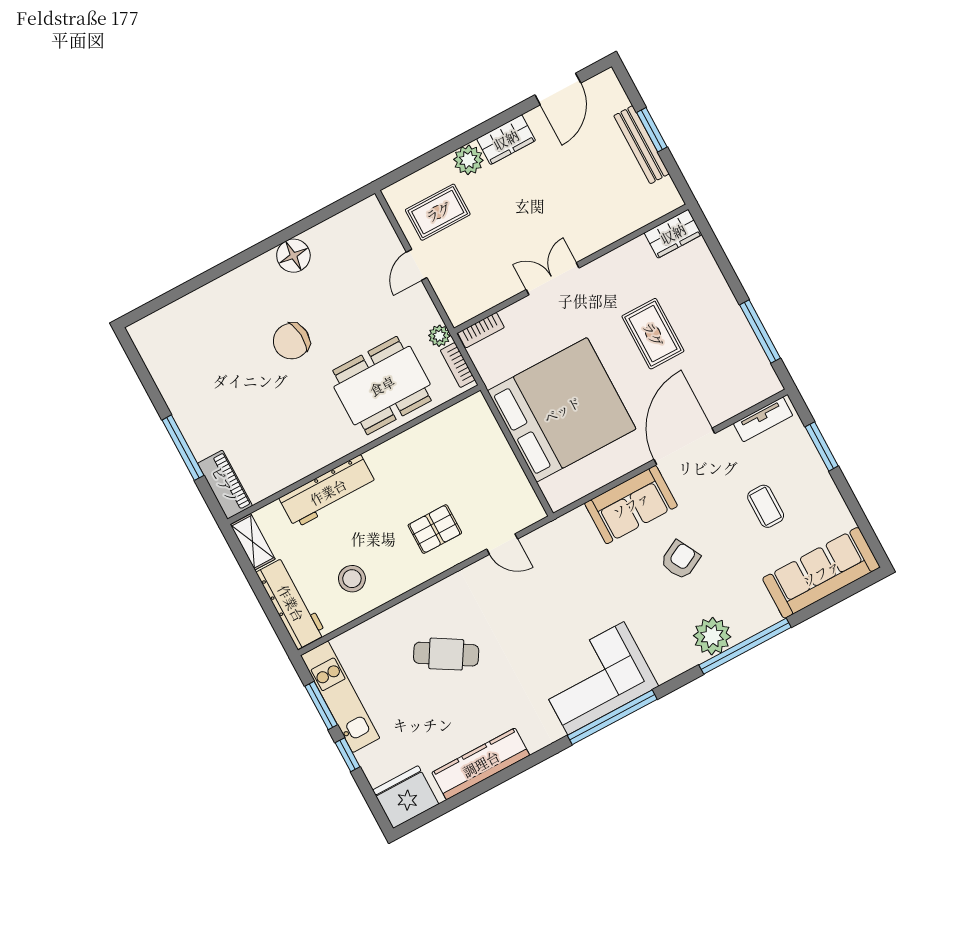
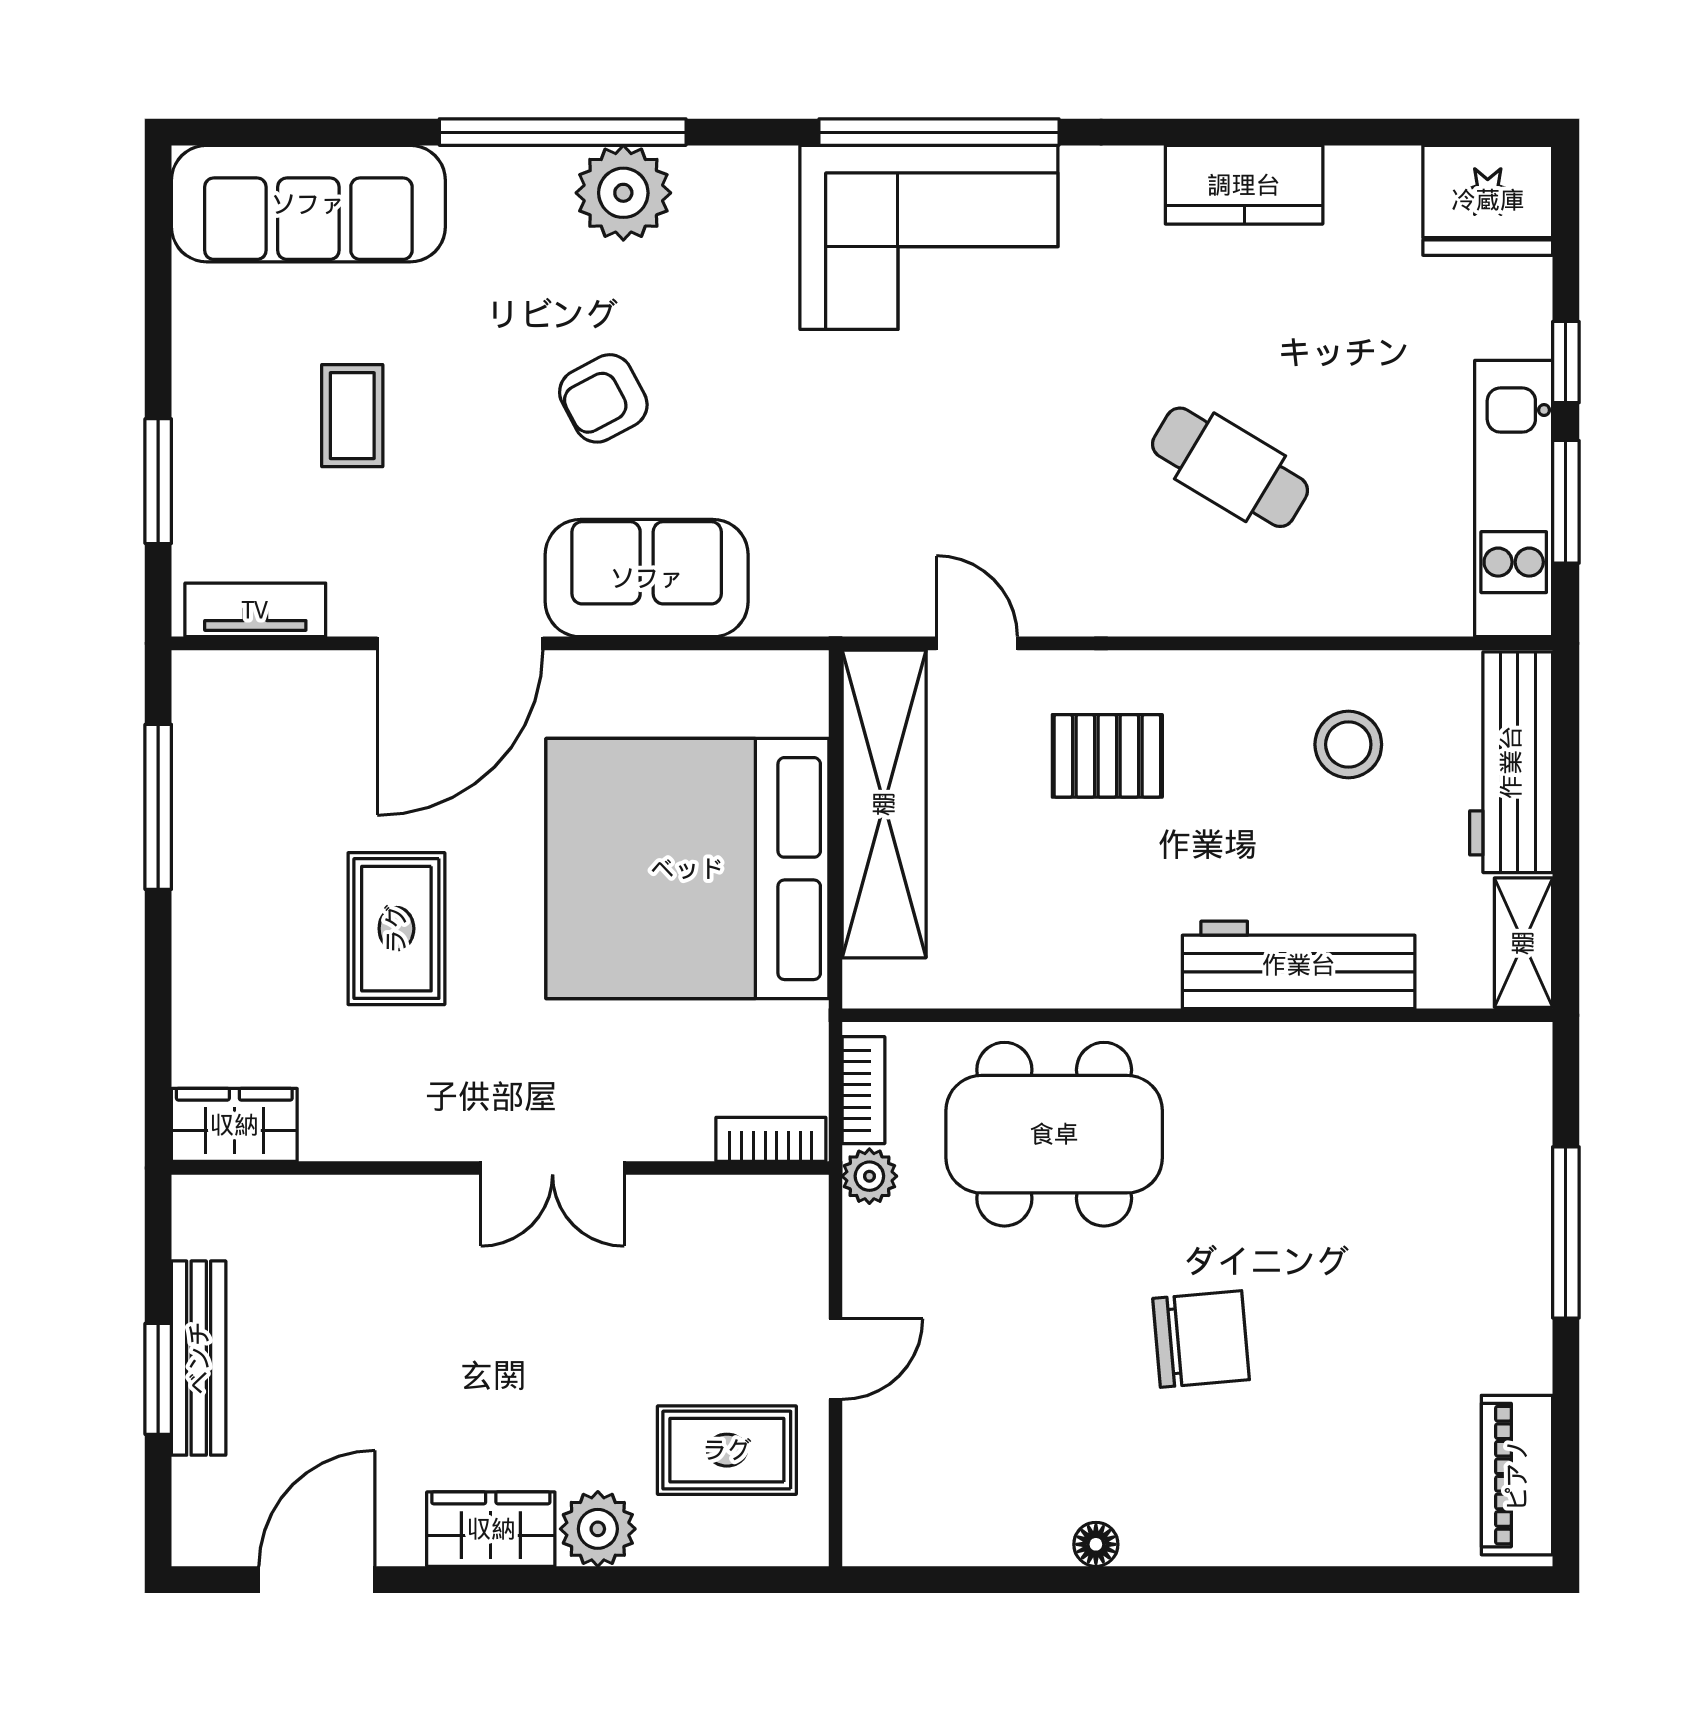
floor lamp: (293, 256) -> (1096, 1544), width x0.53, depth x0.53
shelving: (505, 470) -> (884, 804), added
piano: (225, 485) -> (1517, 1475), moved
kitchen counter: (481, 764) -> (1244, 185), width x0.67

